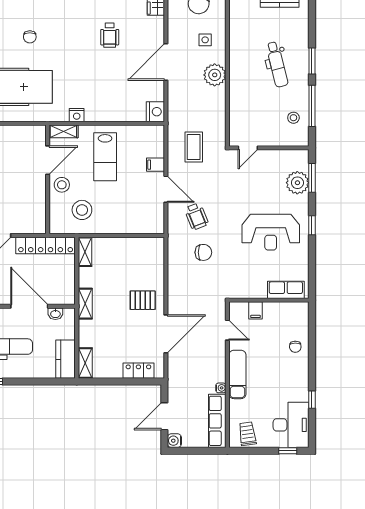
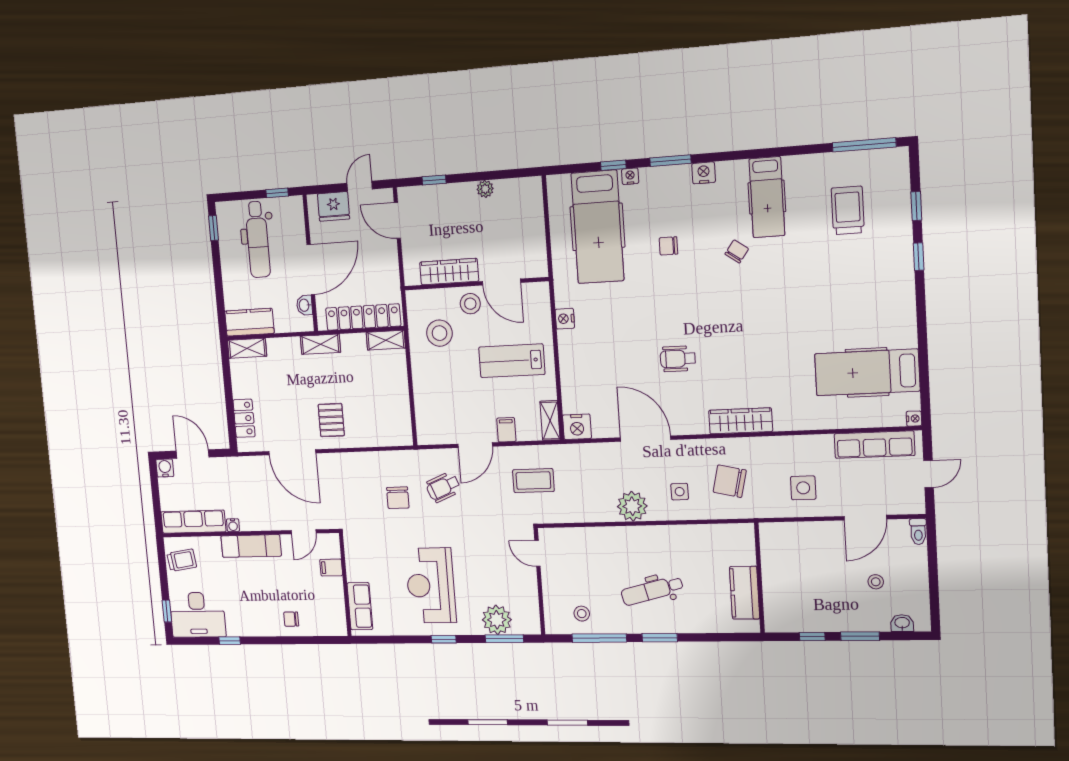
shelving: (63, 131) -> (550, 421), moved
wardrobe: (38, 199) -> (449, 272), added
locker: (46, 245) -> (363, 317), moved, turned 90

